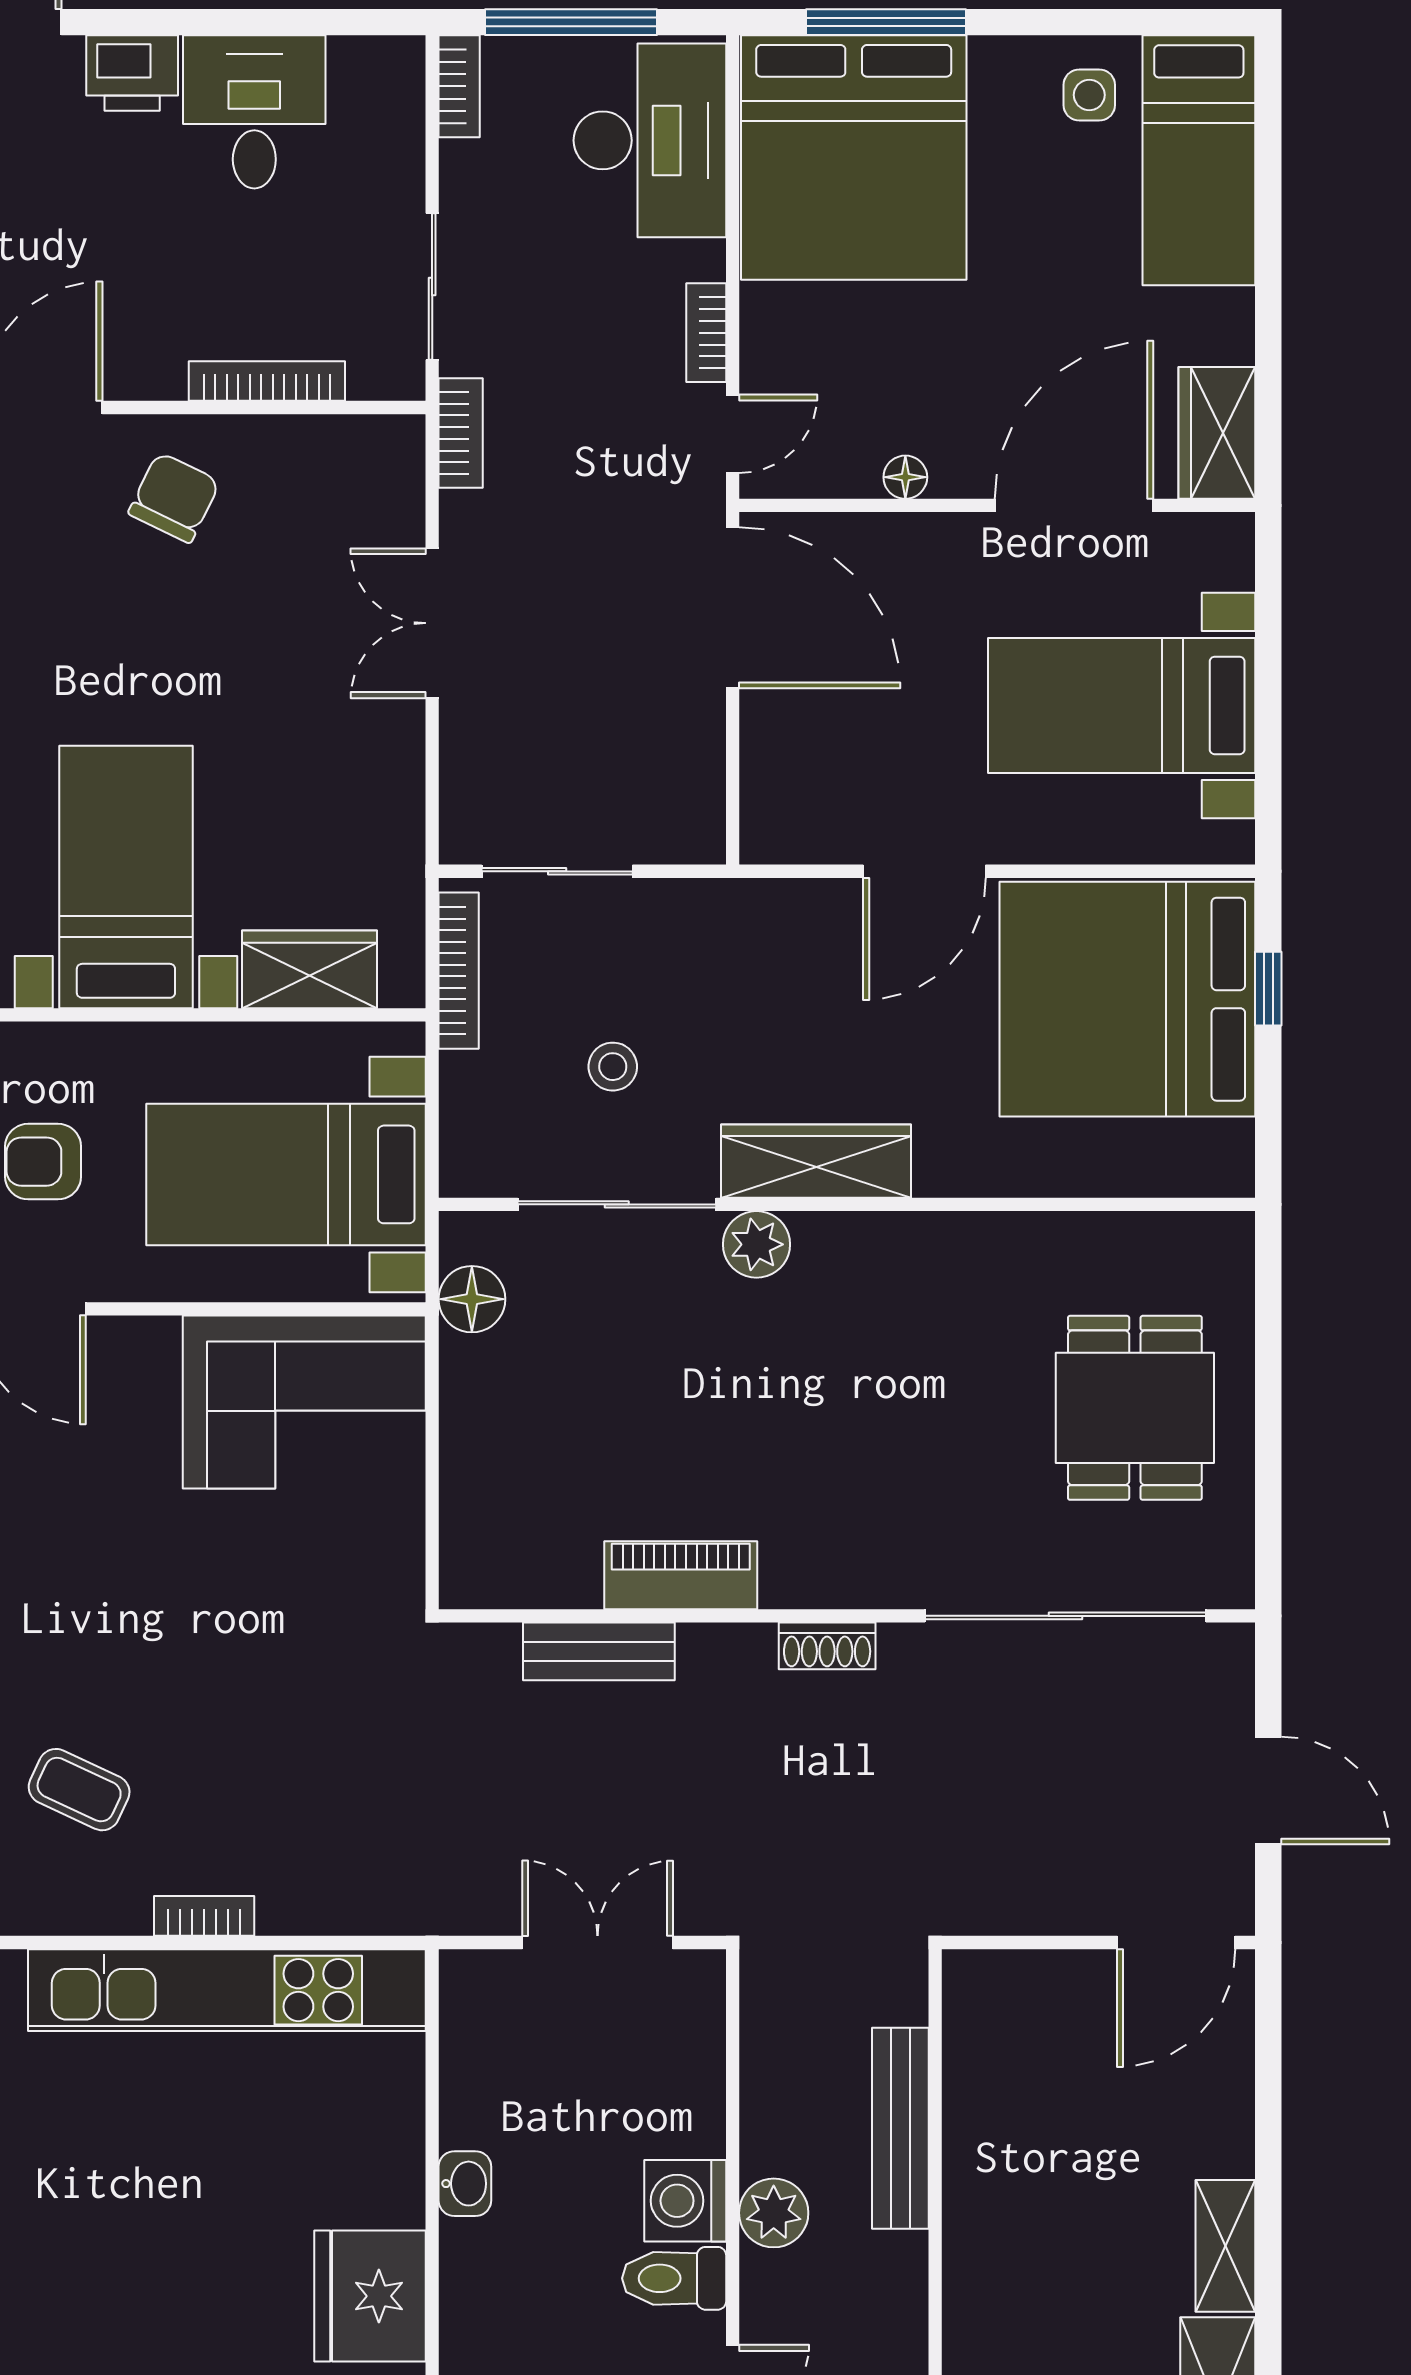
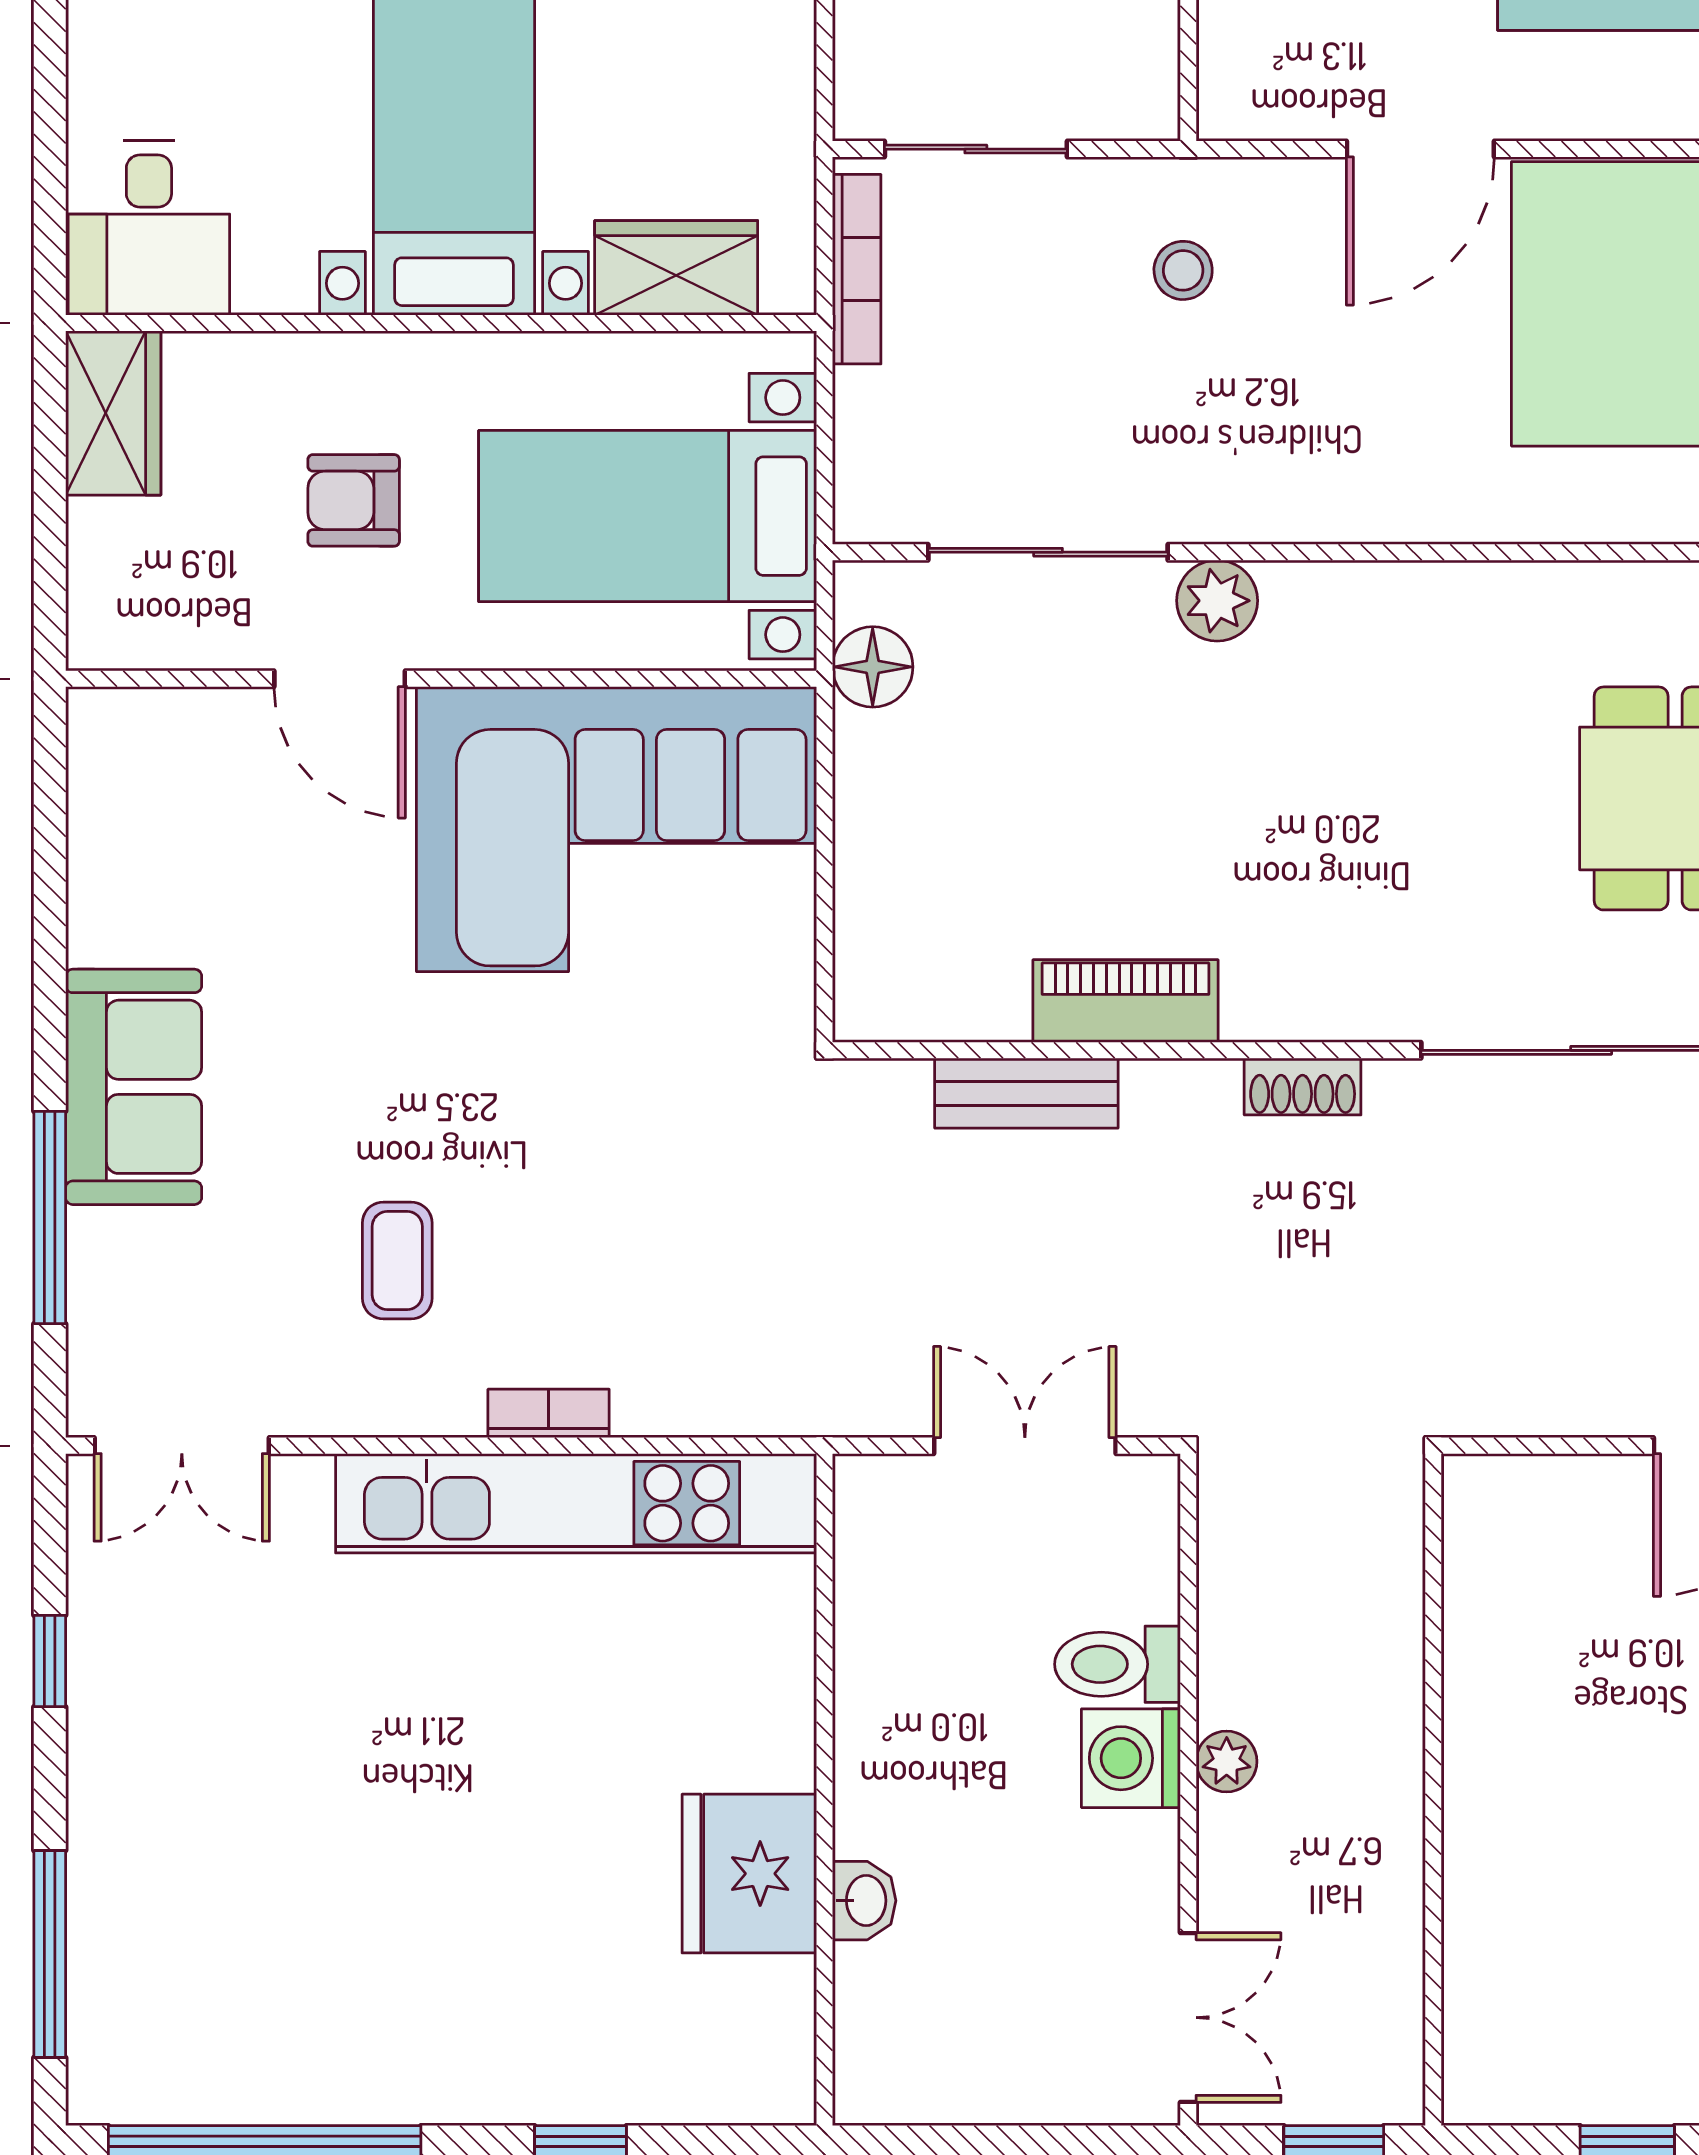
stool: (613, 1067) -> (1183, 270), moved
wardrobe: (816, 1161) -> (1289, 500), removed
corner sofa: (304, 1402) -> (617, 829), width x1.36, depth x1.36
coffee table: (79, 1790) -> (397, 1261), turned 65
bench: (900, 2128) -> (1391, 1671), removed
washbasin: (465, 2184) -> (864, 1901), moved
plant: (774, 2213) -> (1227, 1761), width x0.73, depth x0.73
toilet: (674, 2278) -> (1117, 1664), moved

